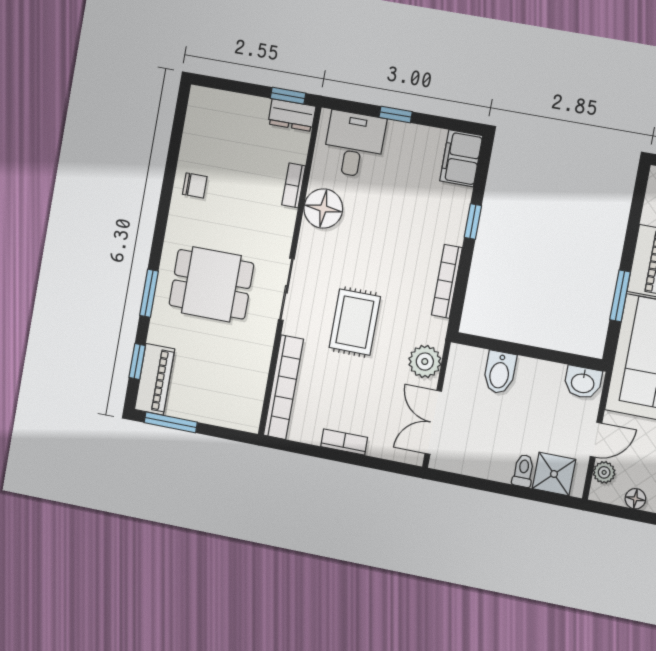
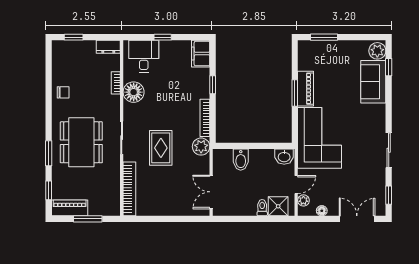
window: (288, 96) -> (74, 37), moved
dining table: (211, 284) -> (81, 142), width x1.38
window: (620, 296) -> (295, 93), moved
plant: (425, 362) -> (201, 147), moved
piano: (155, 379) -> (70, 208), moved, turned -90
window: (171, 422) -> (88, 219), moved
bookcase: (344, 442) -> (167, 211), removed

